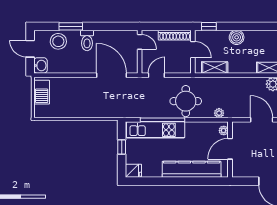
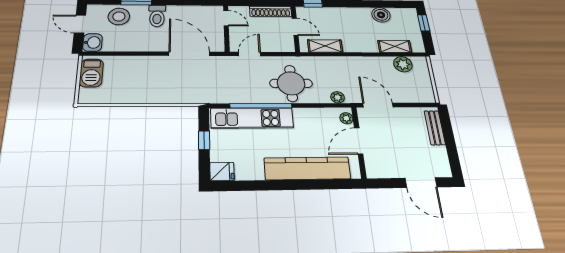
boiler: (237, 37) -> (381, 15), moved
door: (262, 120) -> (378, 105), moved

